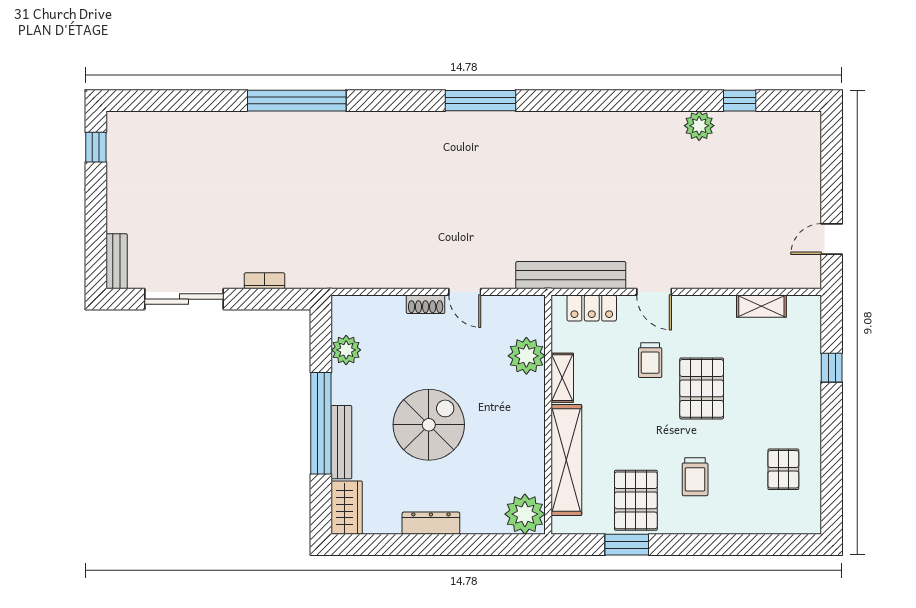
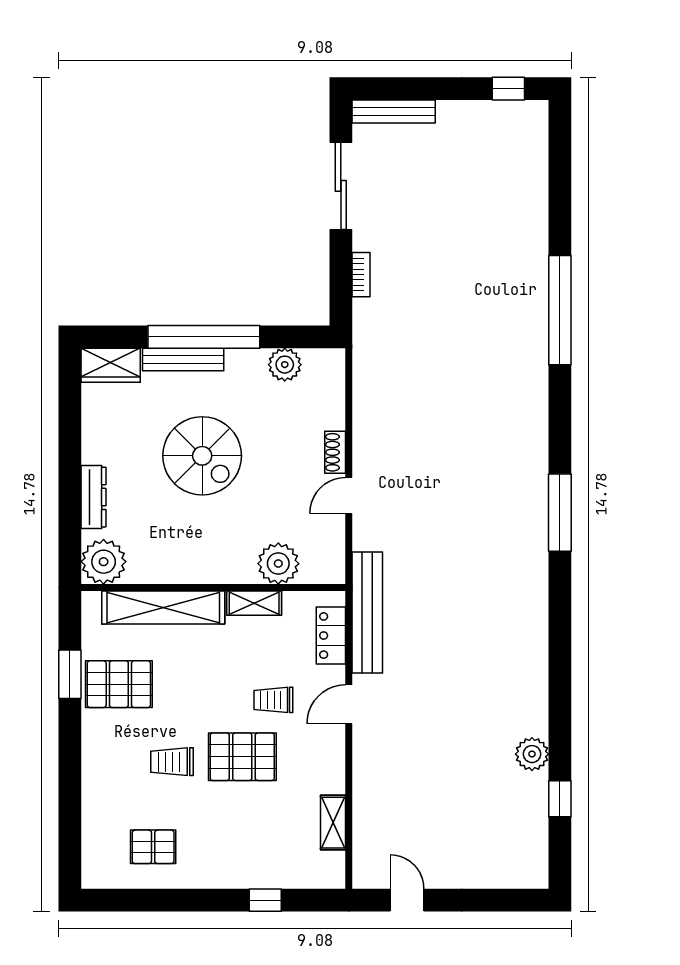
bench: (117, 261) -> (394, 111), width x1.36
trolley: (695, 477) -> (172, 762), moved
dresser: (431, 523) -> (94, 497), moved

